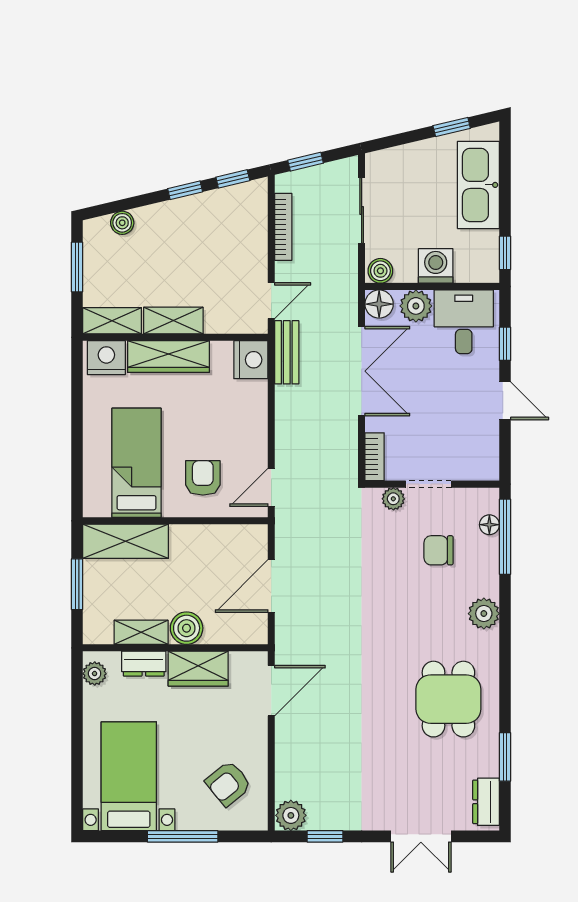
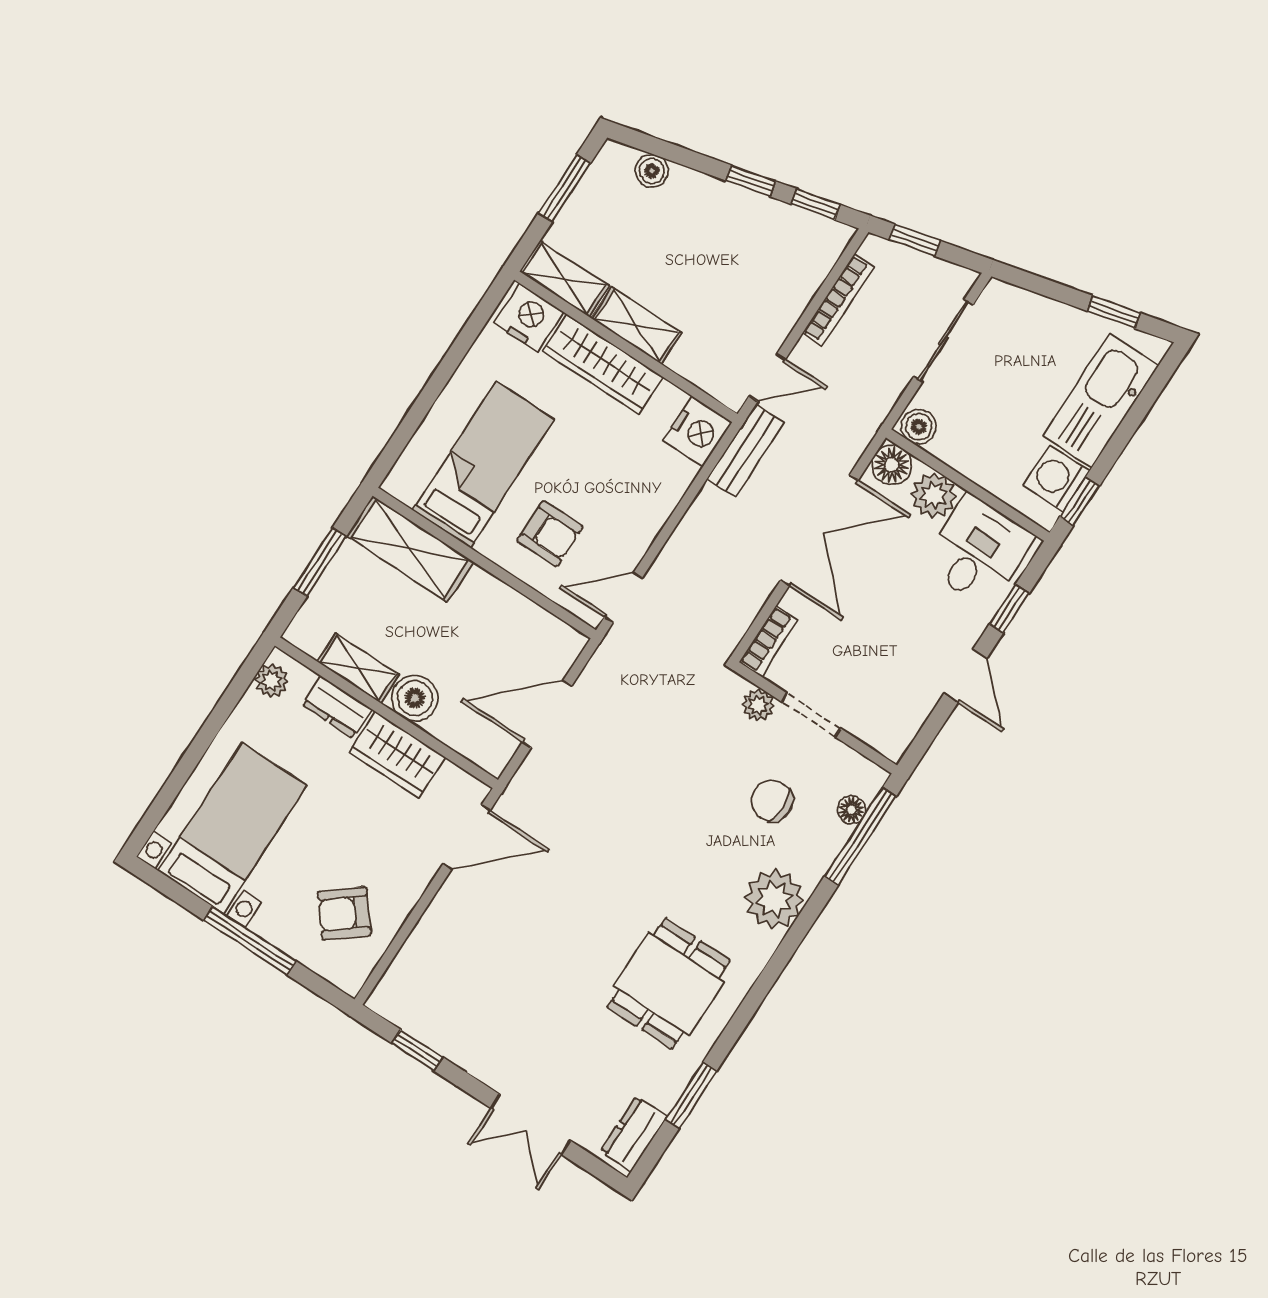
washing machine: (436, 266) -> (1056, 478), moved, turned -90
armchair: (203, 478) -> (550, 534), turned 90
plant: (484, 614) -> (774, 899), width x1.36, depth x1.36
plant: (291, 815) -> (393, 999), removed

